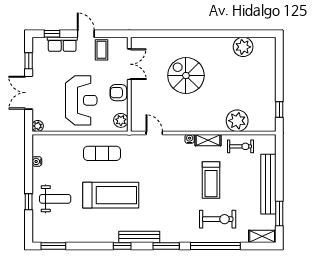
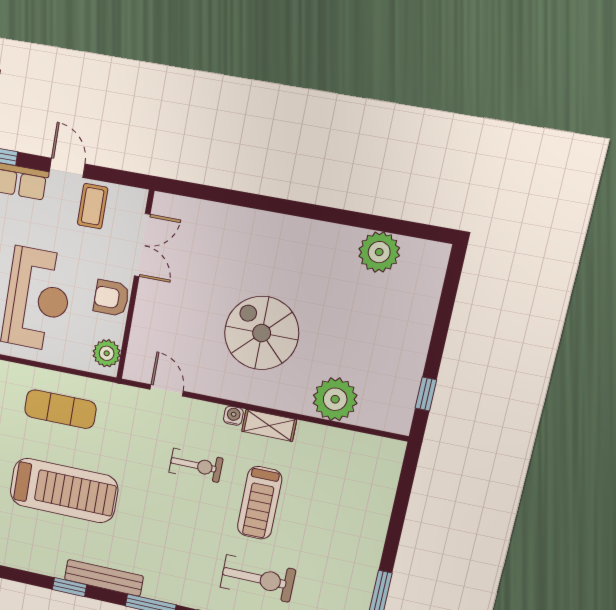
spiral stairs: (186, 76) -> (262, 333), moved
exercise bike: (241, 146) -> (196, 465), moved
bench: (268, 184) -> (371, 535), removed

